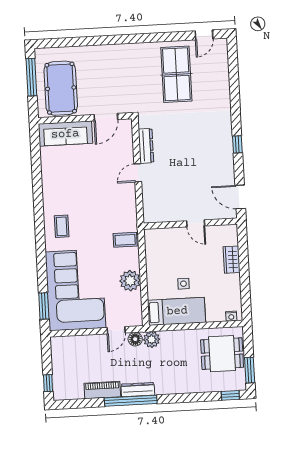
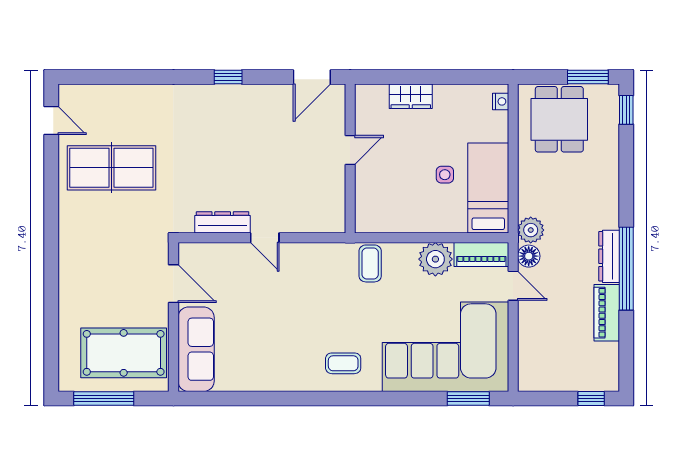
piano: (135, 309) -> (481, 254), added

